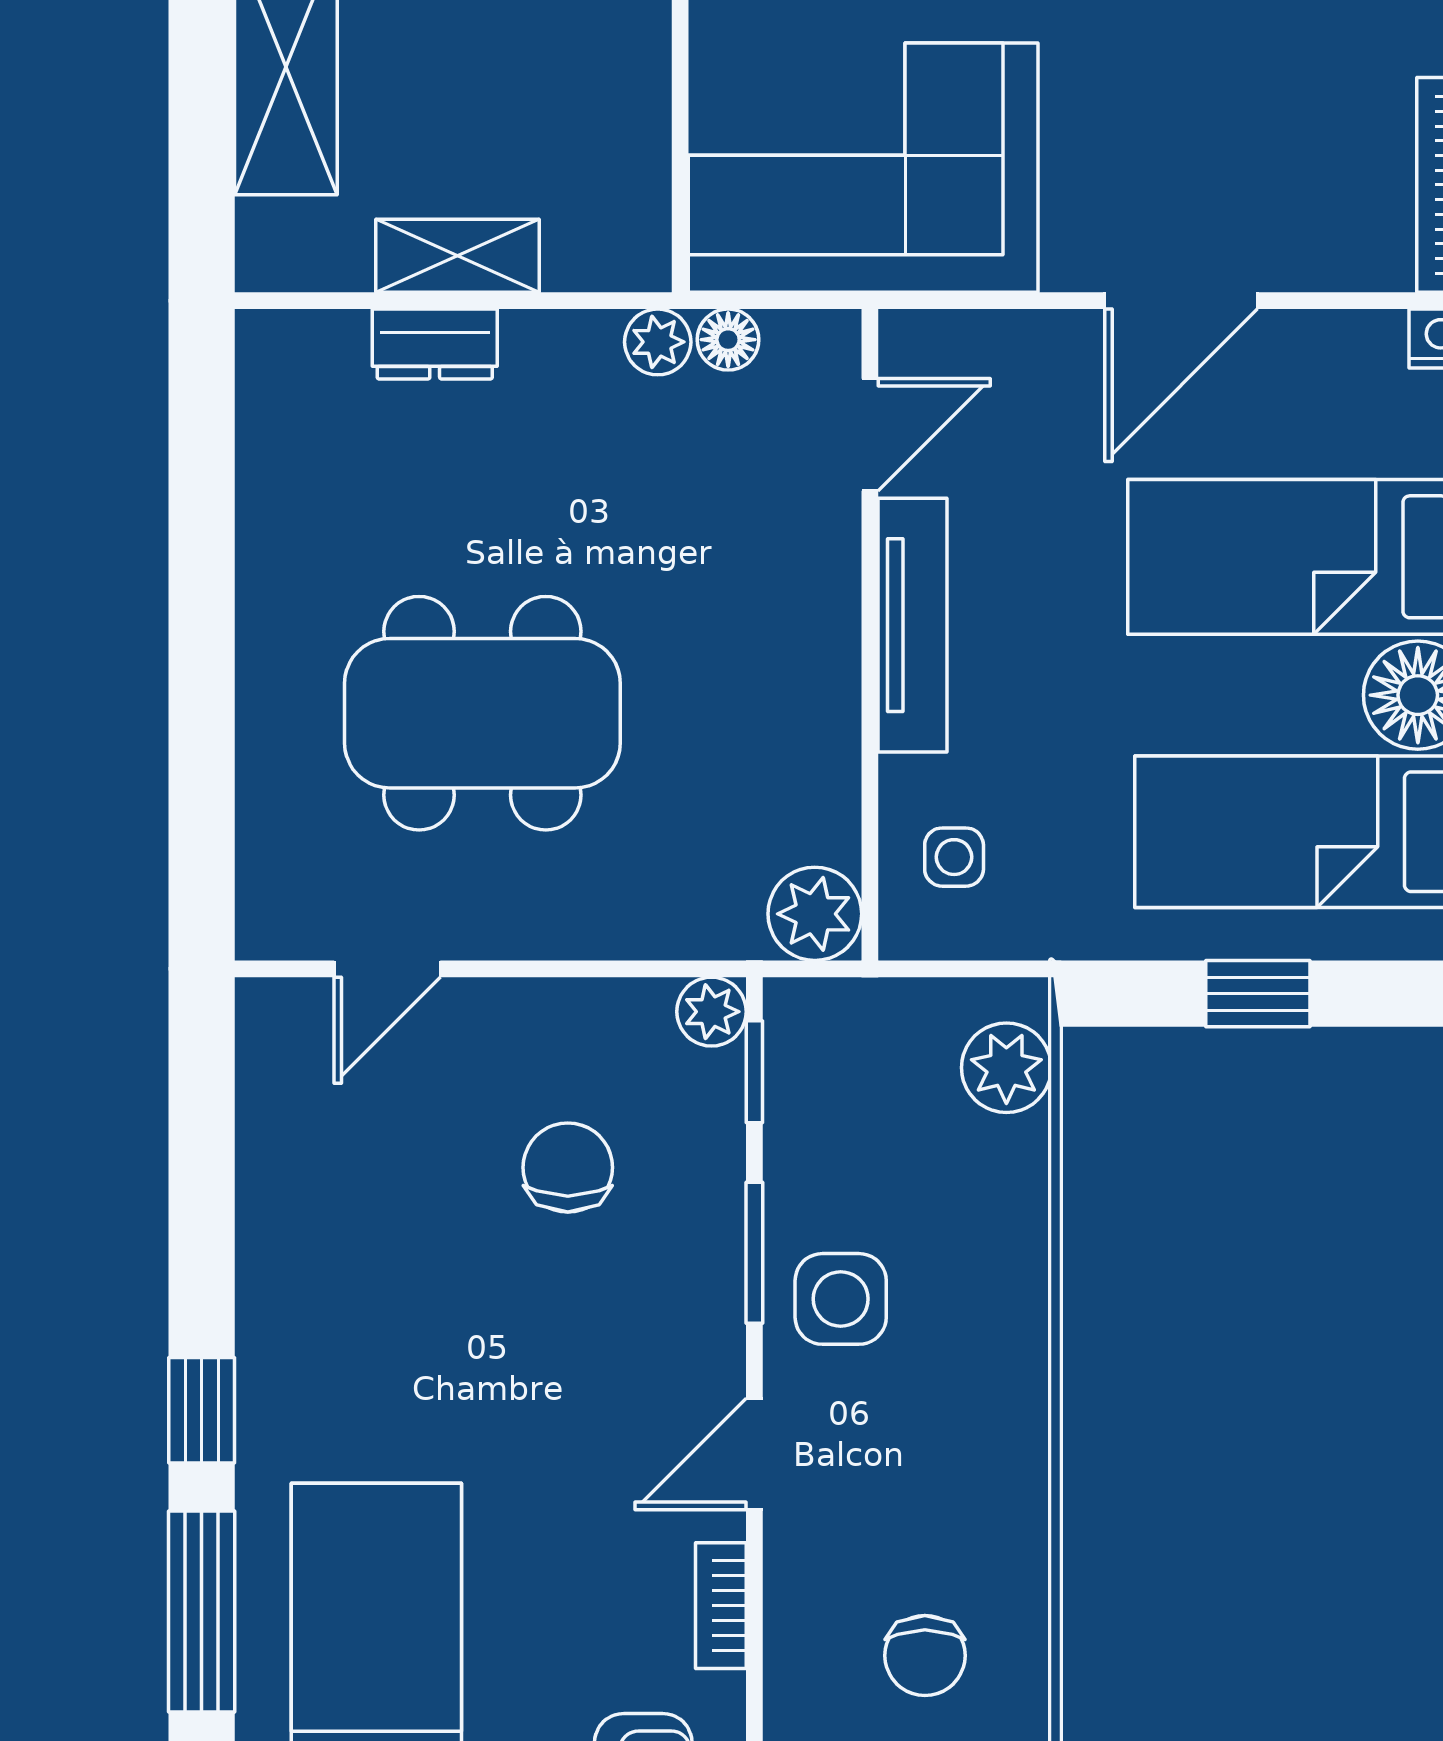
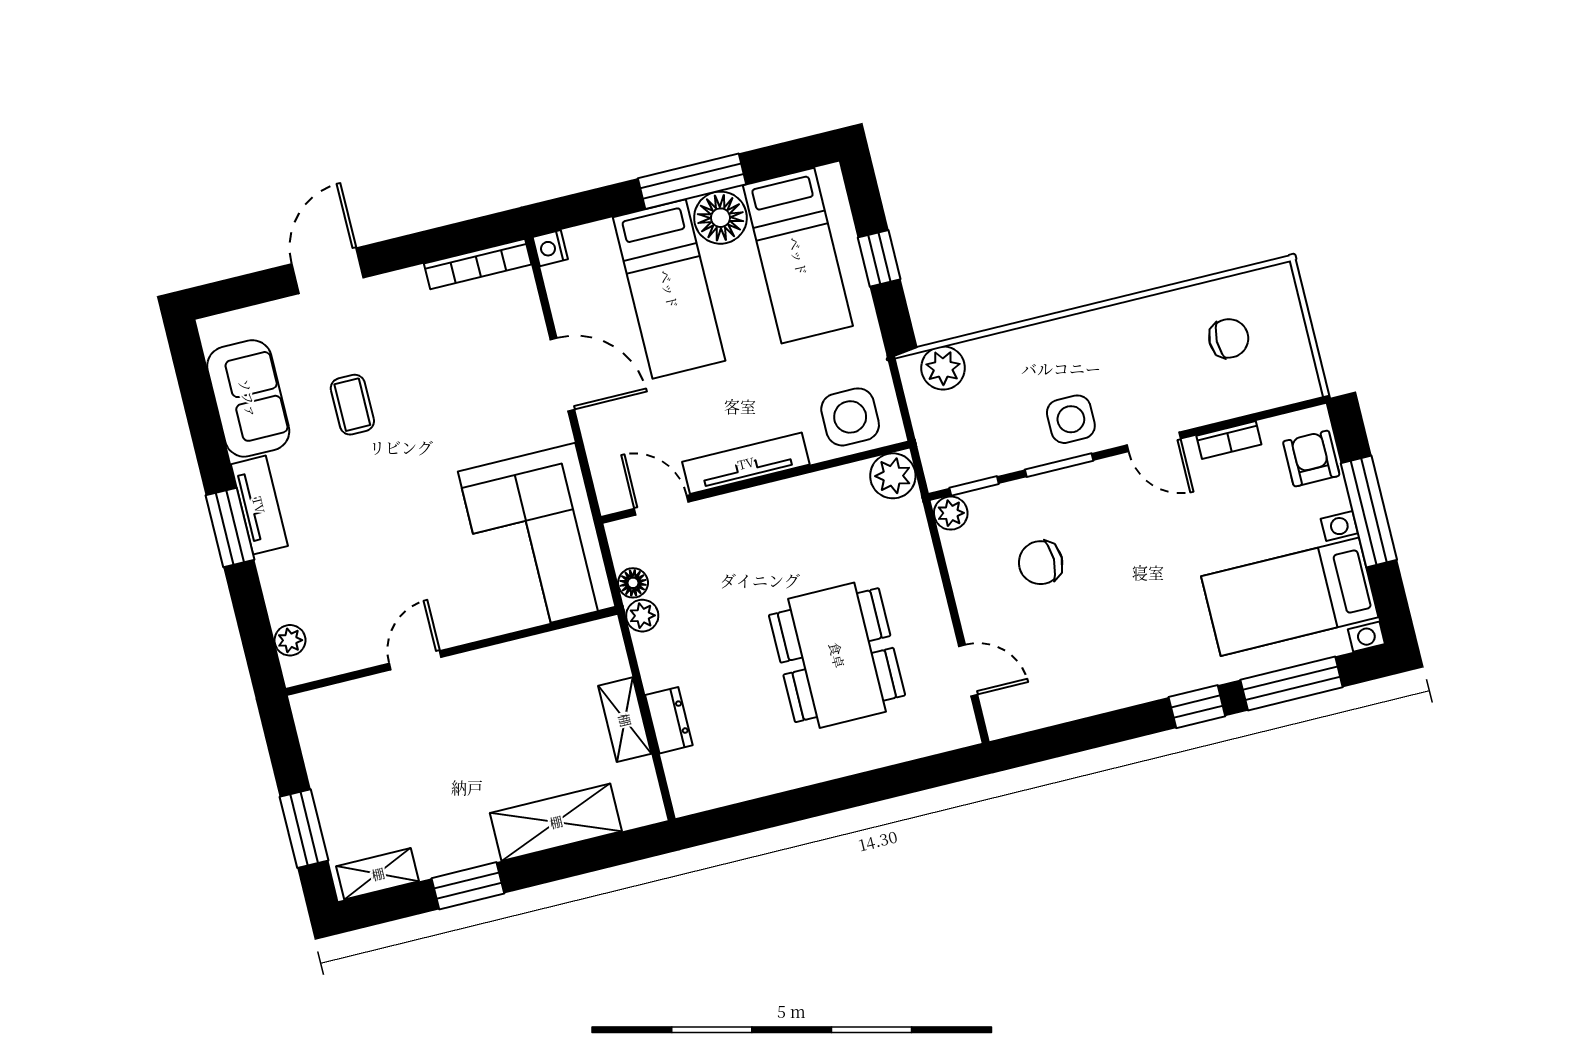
side table: (954, 857) -> (850, 417), width x1.87, depth x1.87

